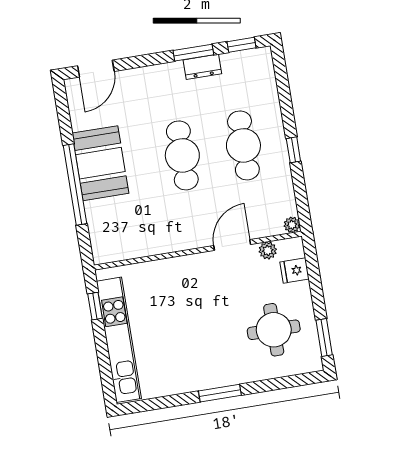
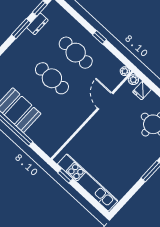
dresser: (202, 67) -> (37, 24), moved
plant: (268, 250) -> (133, 80), moved

